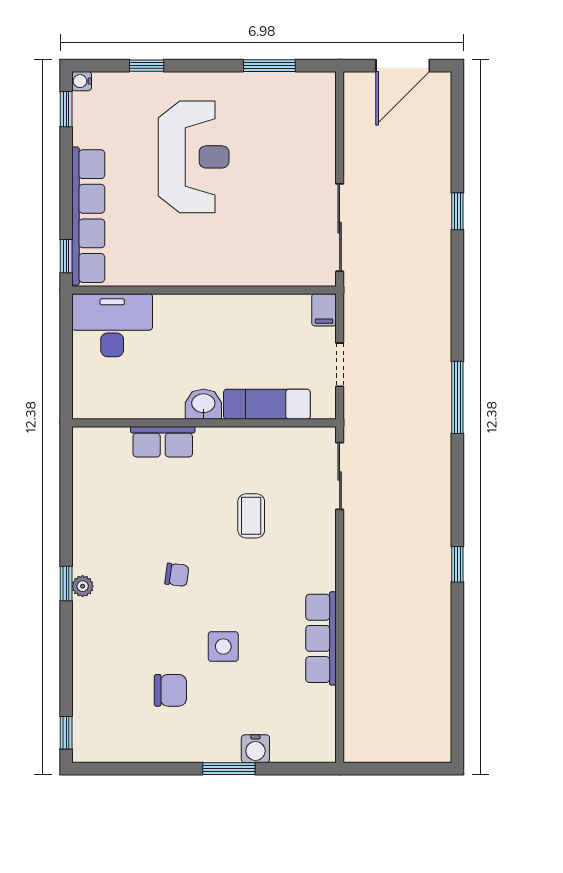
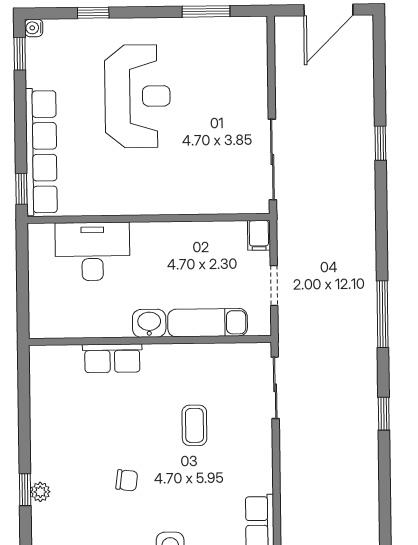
desk: (112, 325) -> (92, 251), moved
window: (457, 564) -> (384, 414), moved

